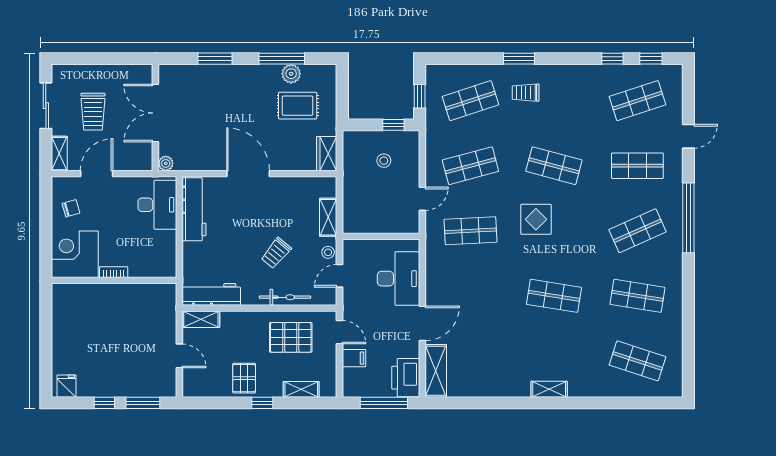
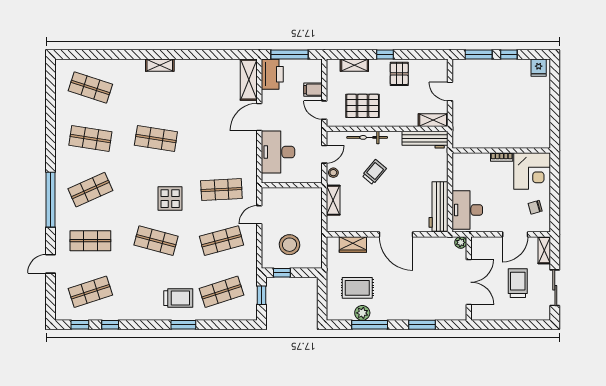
trolley: (526, 93) -> (178, 298), width x1.36, depth x1.39
wardrobe: (327, 154) -> (353, 244), moved, turned 90
stool: (384, 161) -> (289, 245), width x1.89, depth x1.89

